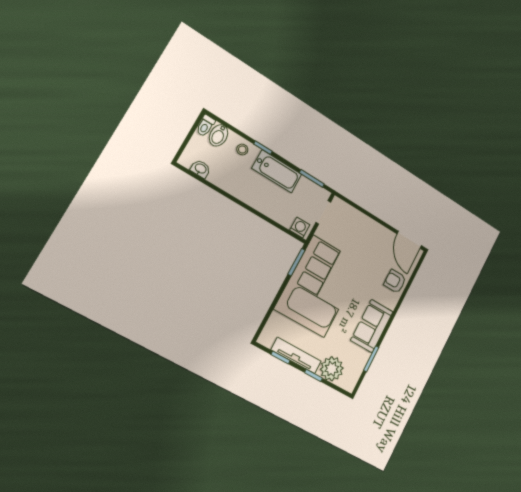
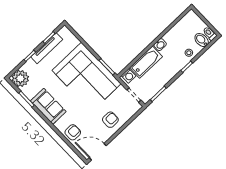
washbasin: (200, 169) -> (160, 45), moved
bathtub: (277, 171) -> (146, 62), moved, turned 180
armchair: (365, 235) -> (110, 120), added
plant: (332, 369) -> (20, 78), moved

